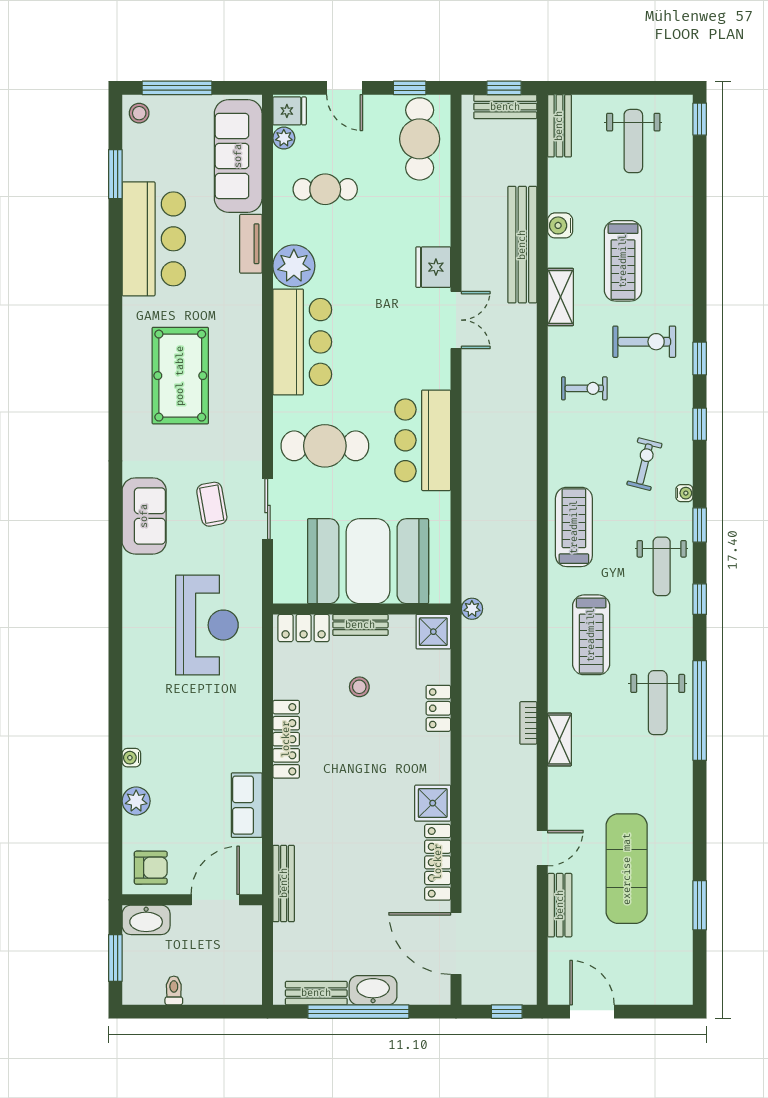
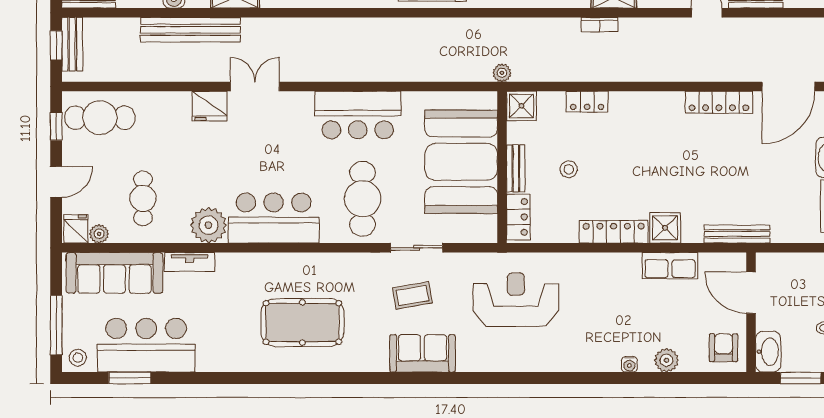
bar counter: (154, 239) -> (146, 345), moved
shower: (433, 803) -> (665, 228), moved

